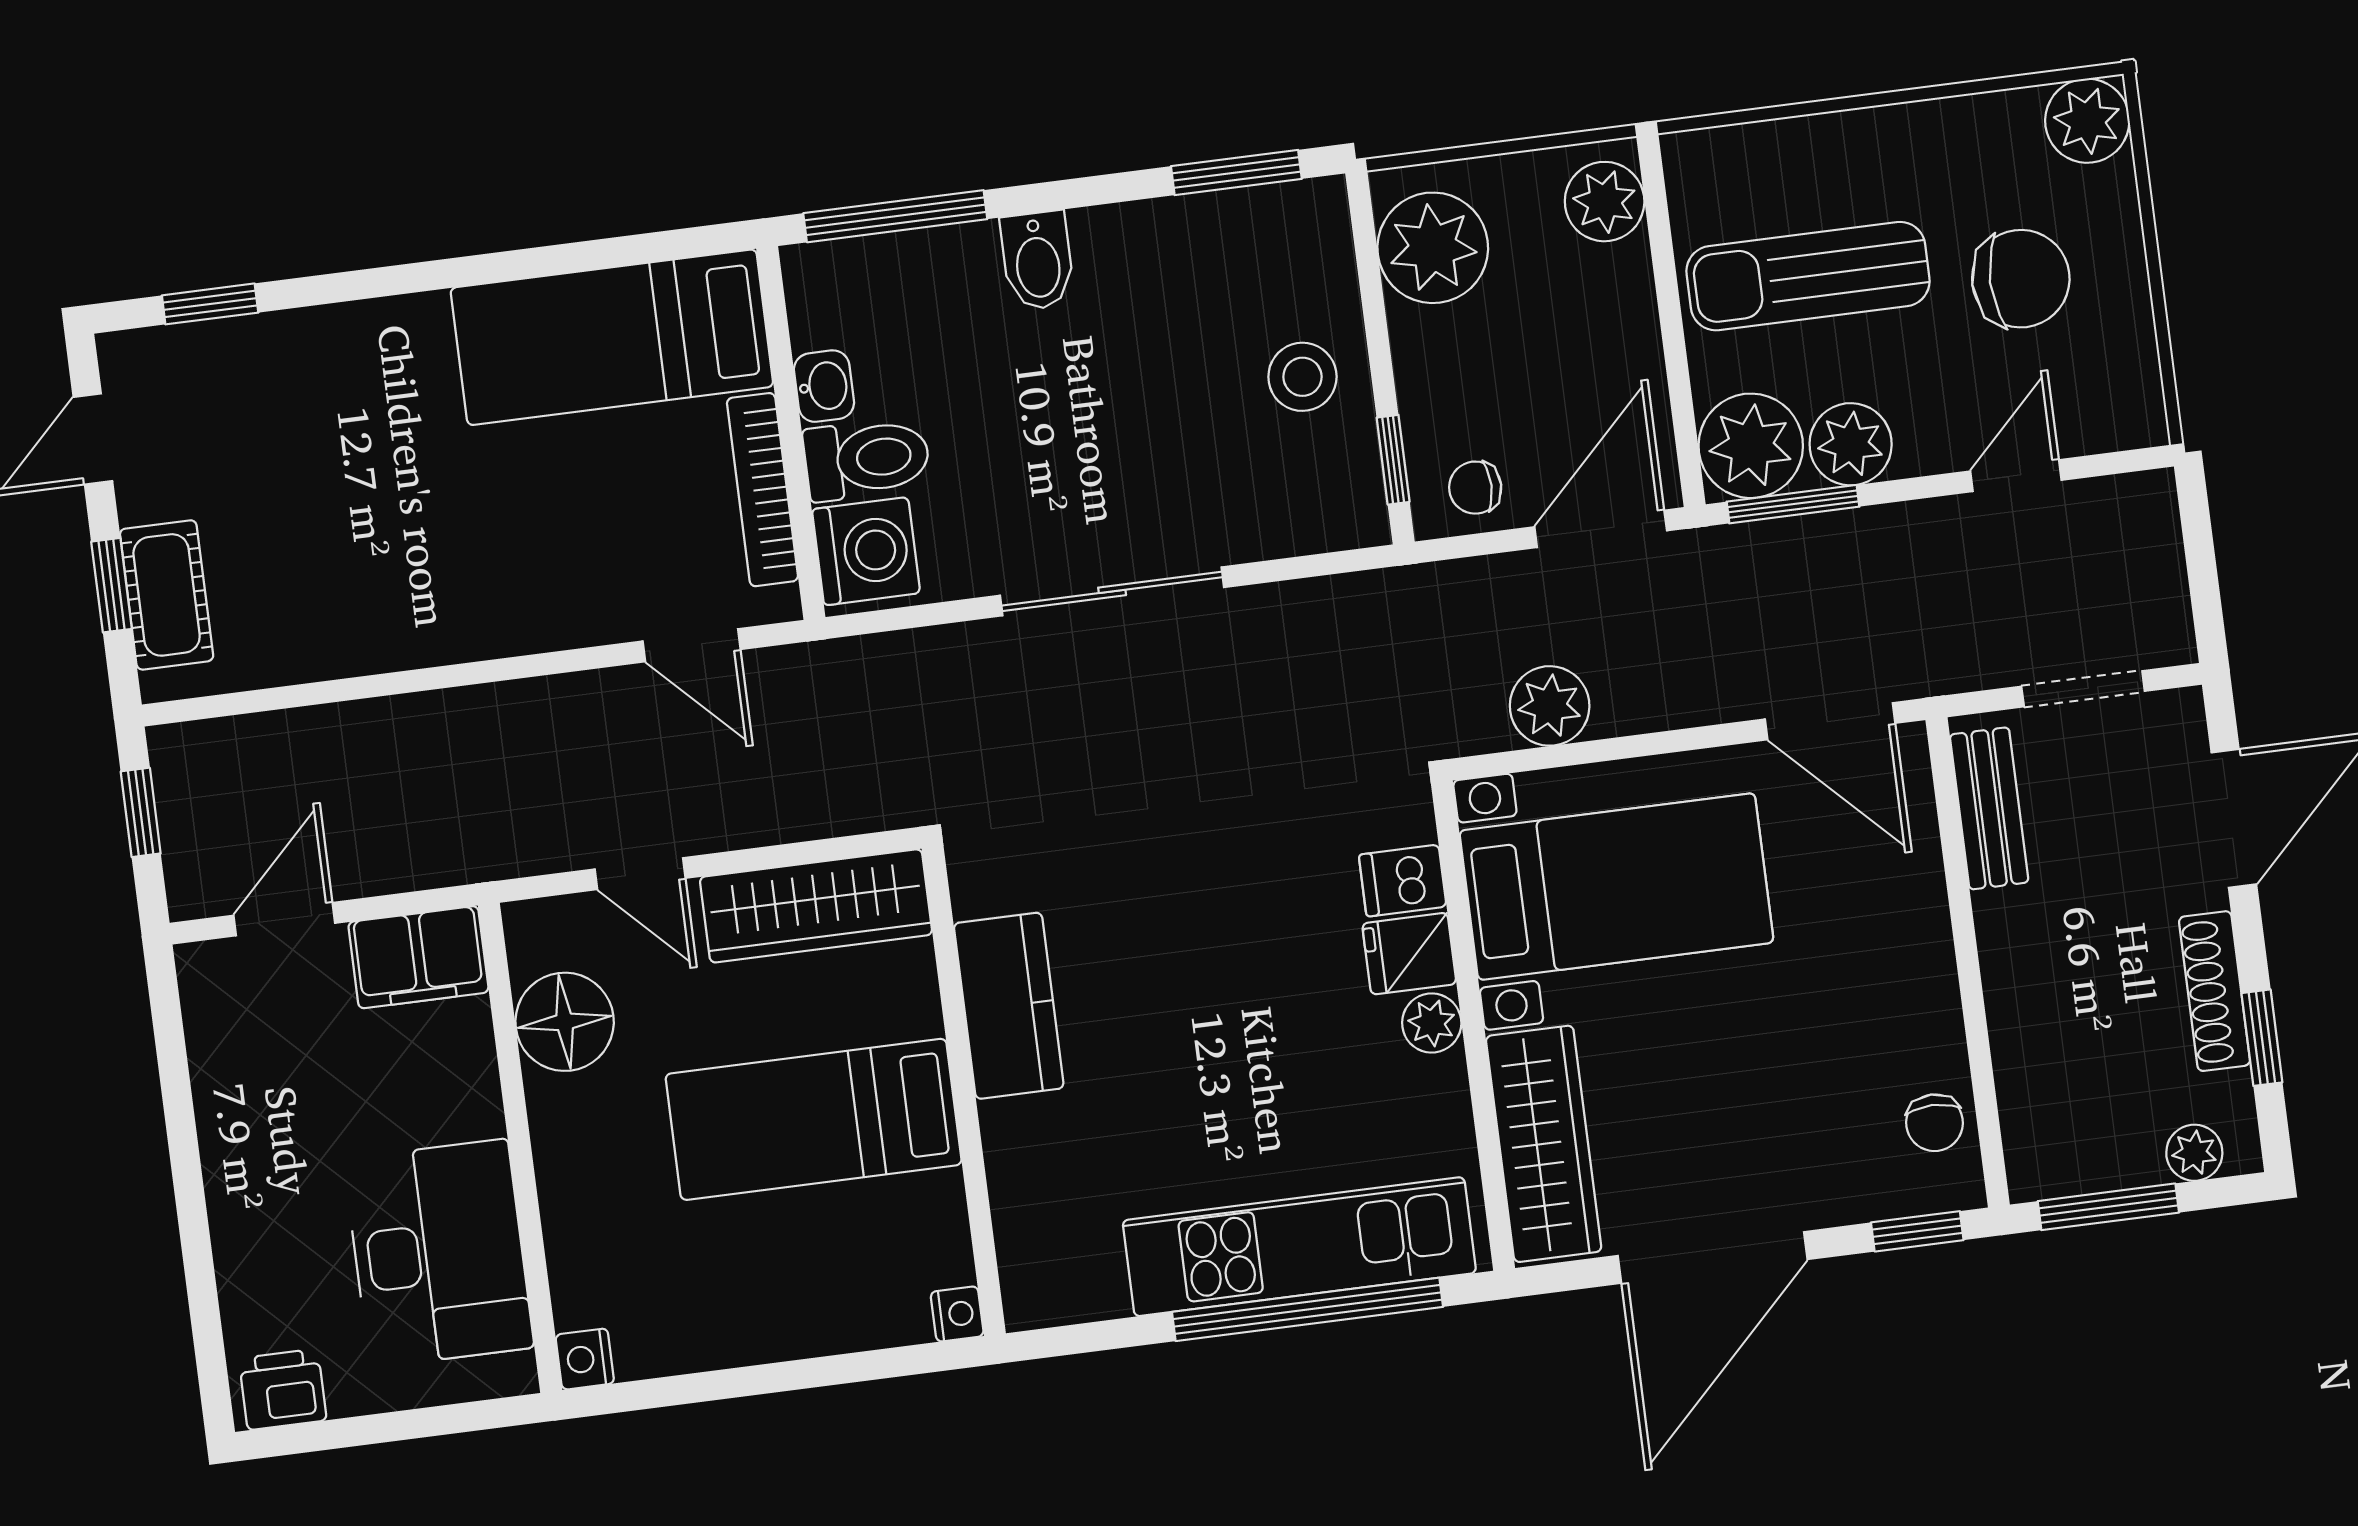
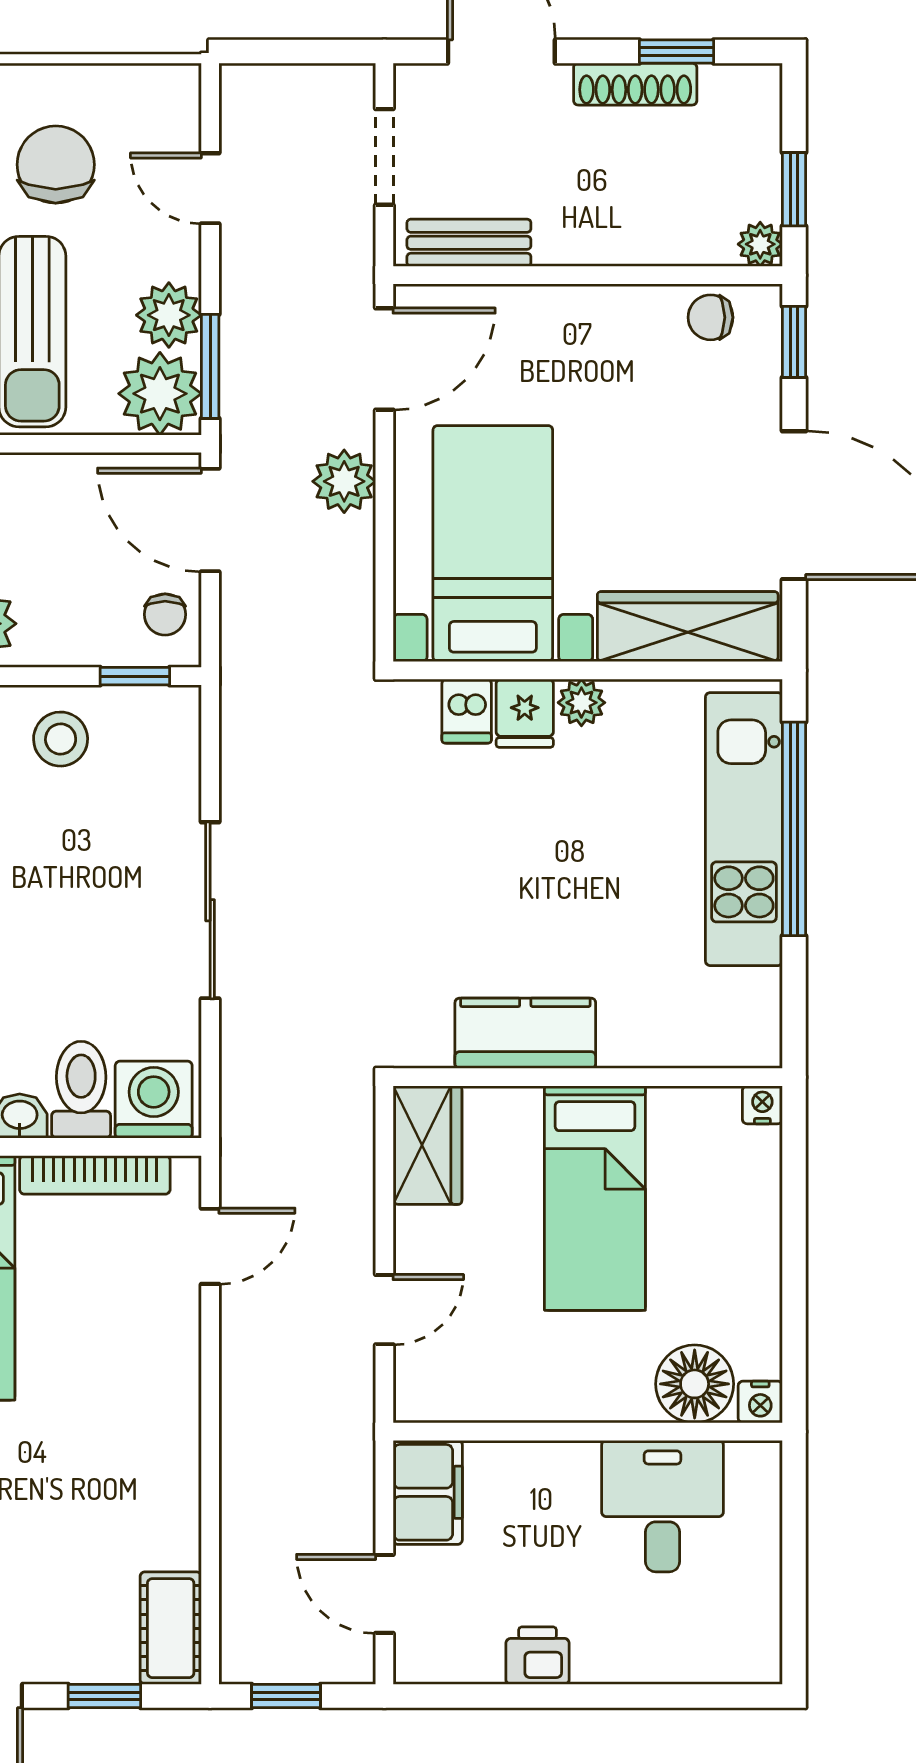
cot: (167, 595) -> (171, 1628), moved, turned 90
plant: (1550, 706) -> (344, 481), moved
wardrobe: (816, 906) -> (427, 1145), width x0.67
floor lamp: (565, 1022) -> (695, 1384), moved
chair: (1935, 1123) -> (711, 317), turned 180
plant: (2194, 1153) -> (760, 244), moved
window: (2108, 1207) -> (794, 189), width x0.67
desk: (439, 1253) -> (662, 1506), width x0.73
printer: (283, 1389) -> (538, 1656), moved, turned 90

